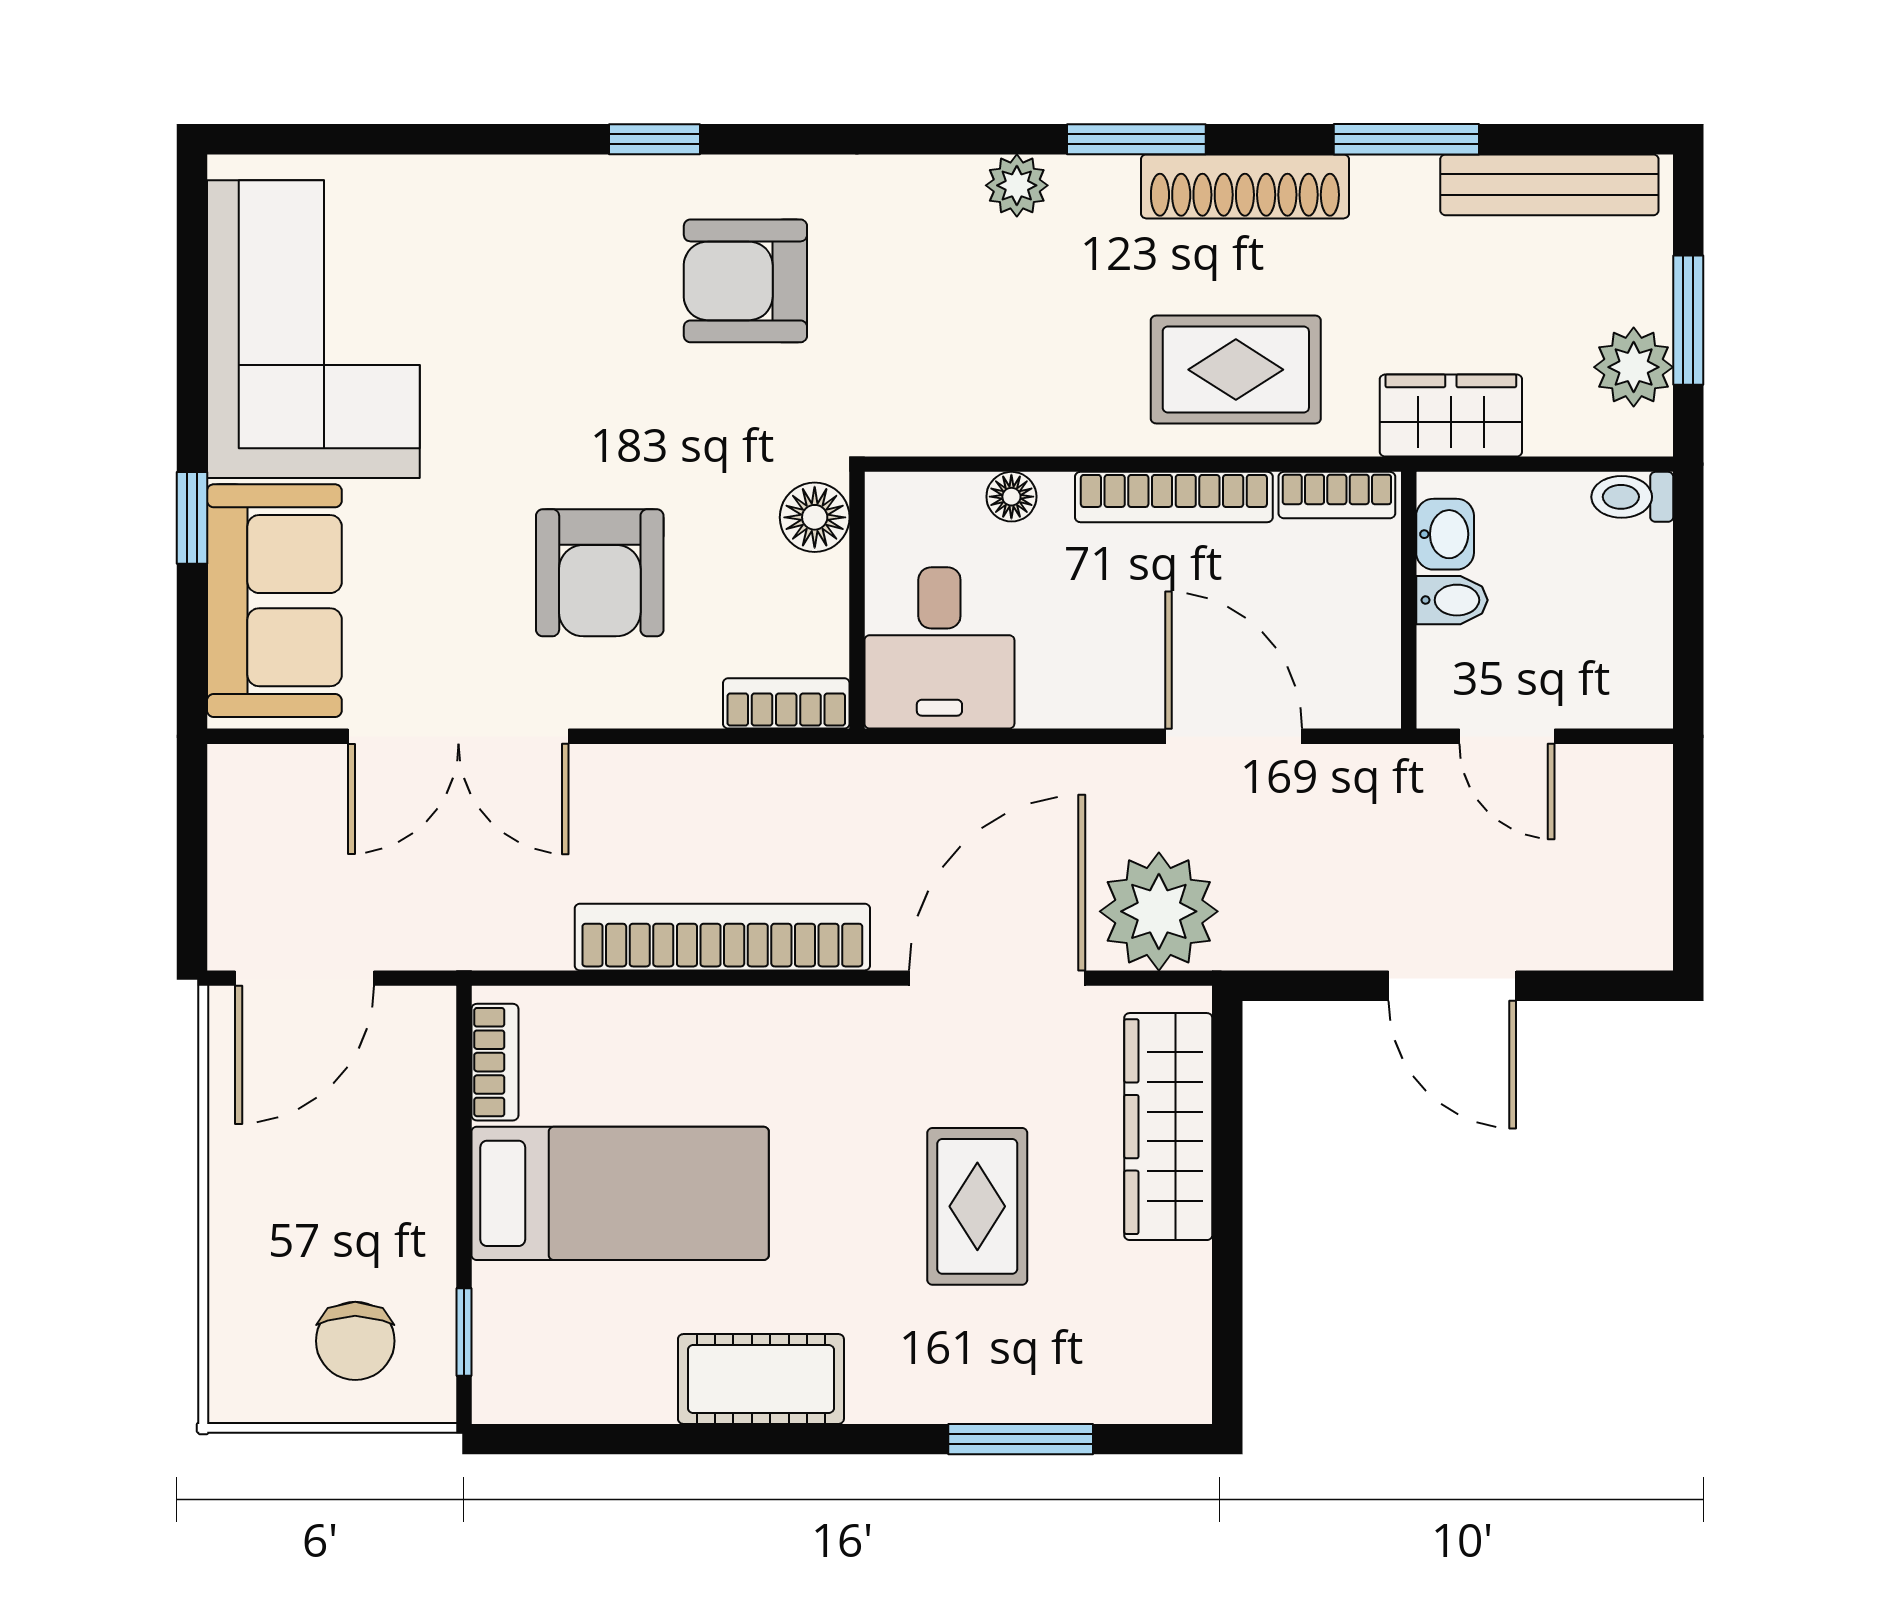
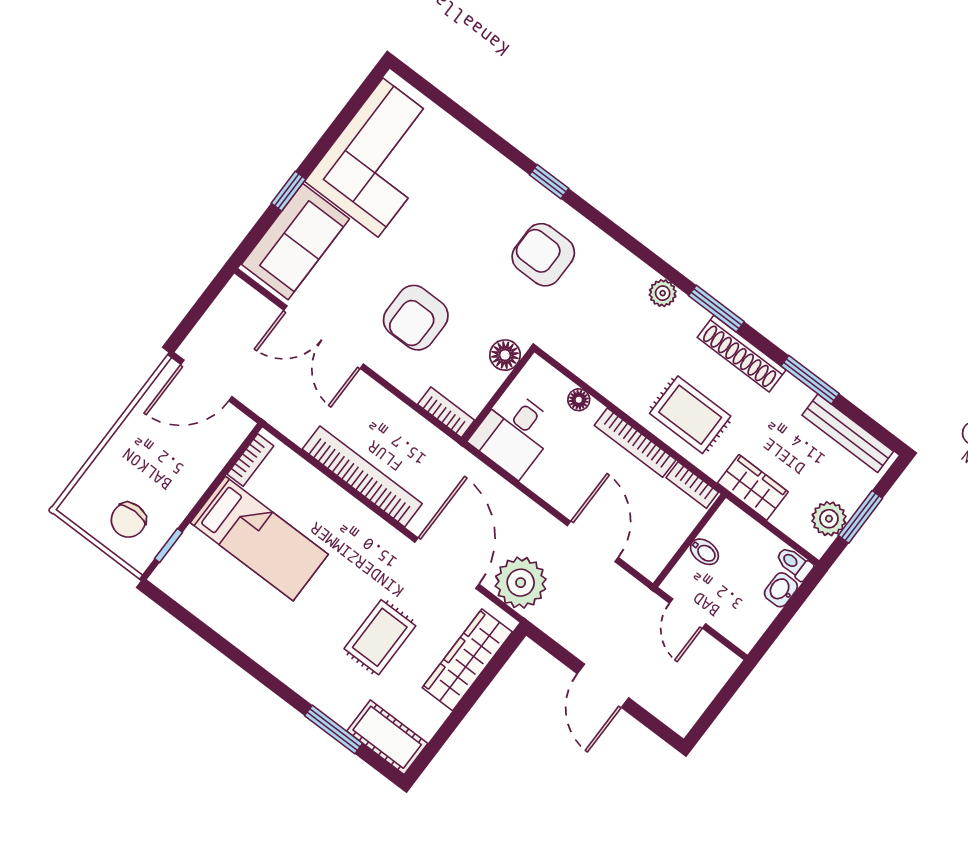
washbasin: (1445, 534) -> (781, 590), moved, turned 180
door: (997, 978) -> (447, 563), hinge flipped
cot: (761, 1379) -> (387, 737), moved

